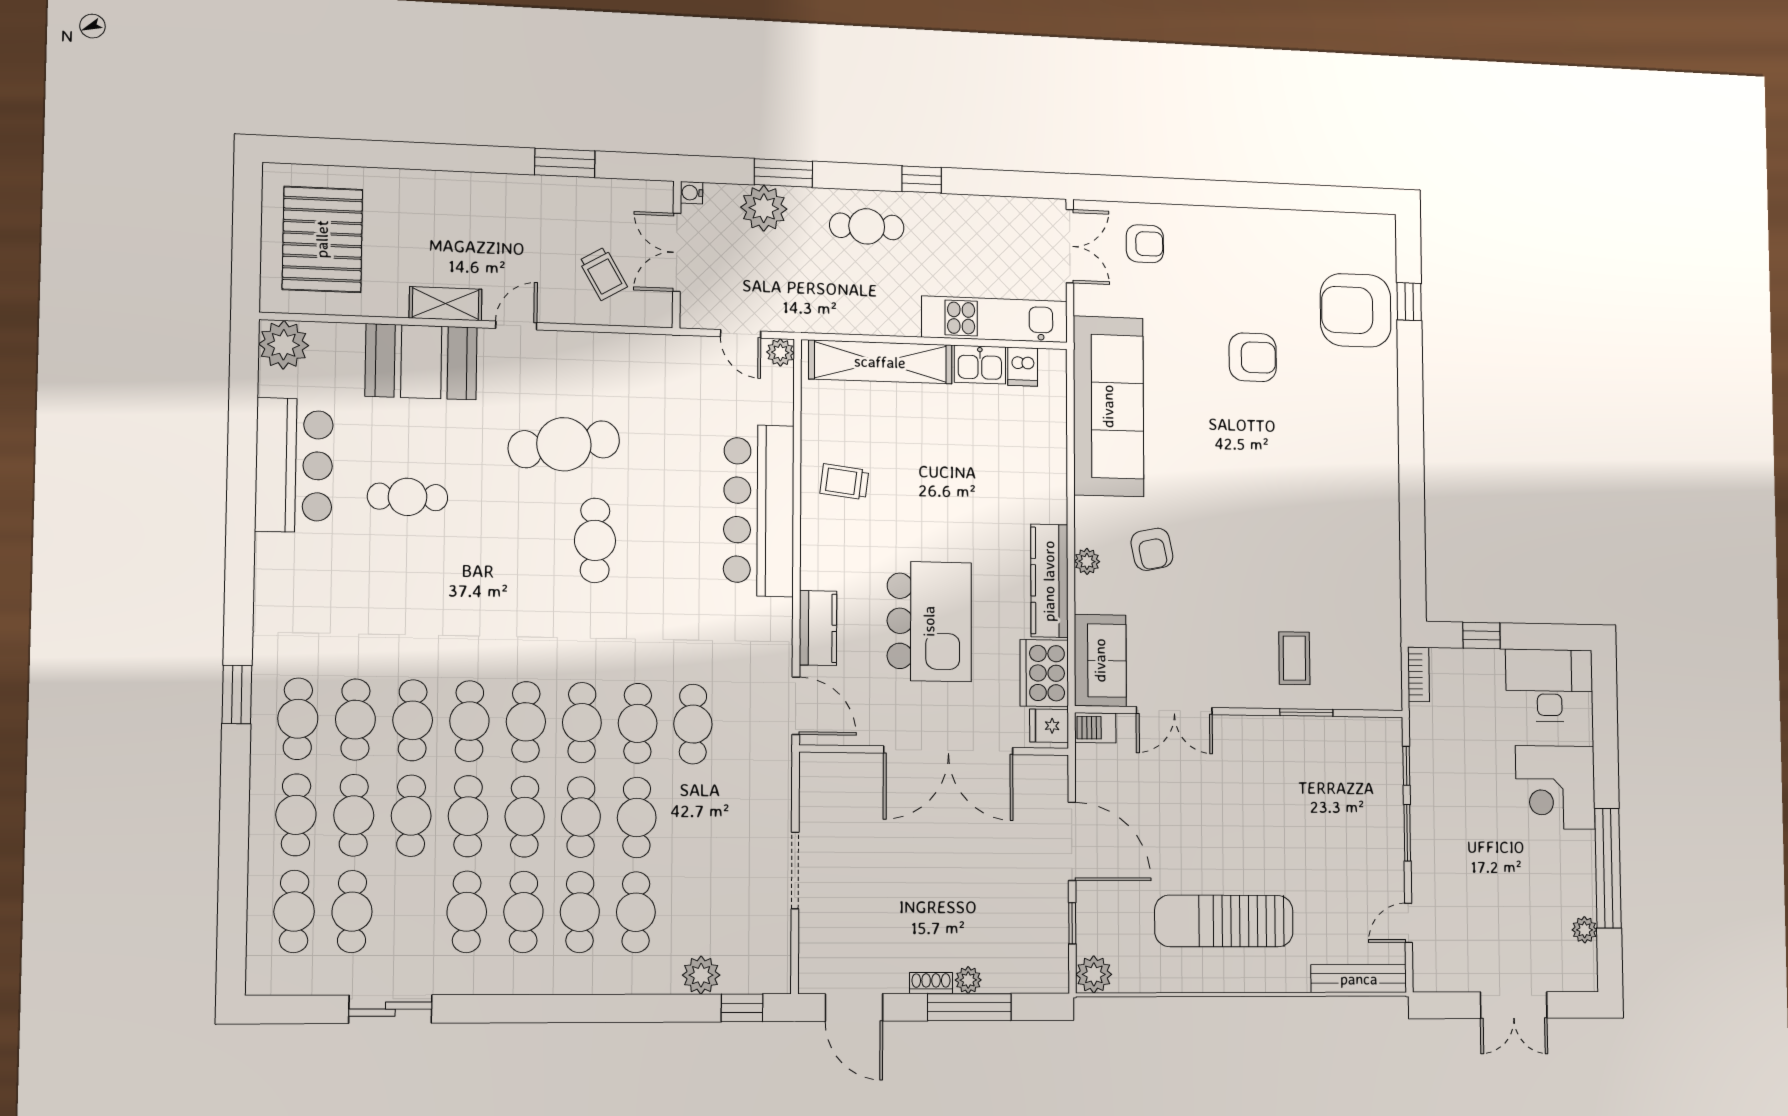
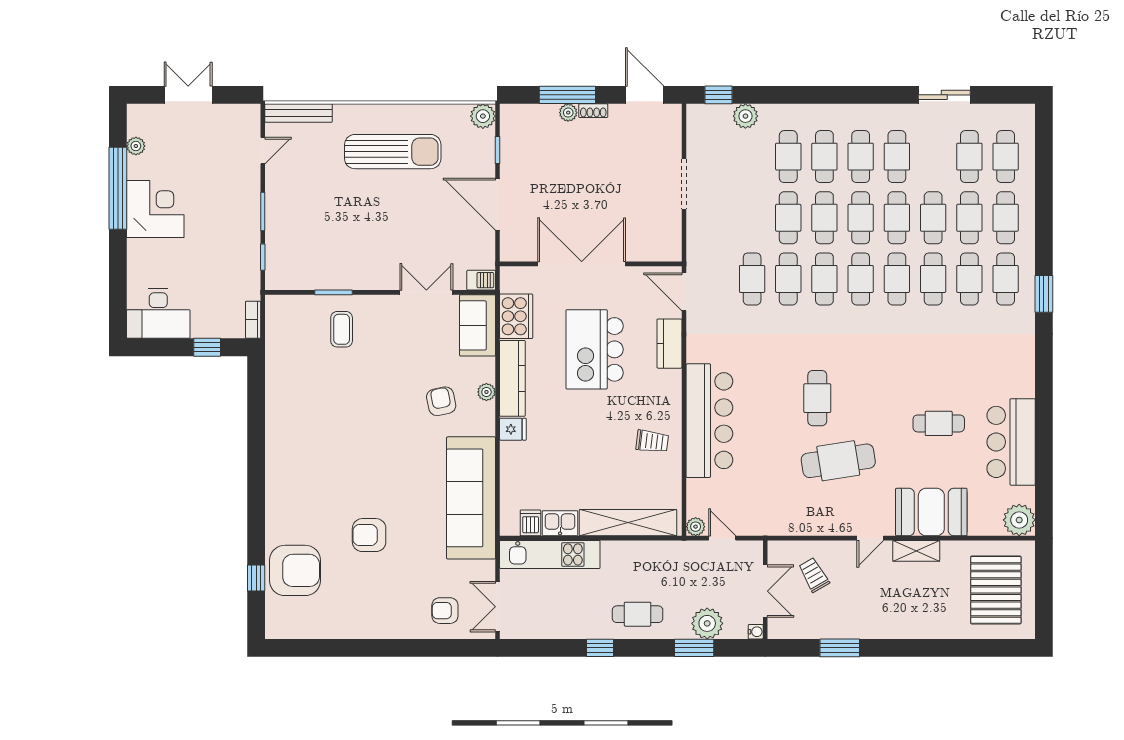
fridge: (1049, 726) -> (513, 429), moved
corner desk: (1555, 787) -> (155, 209), moved

